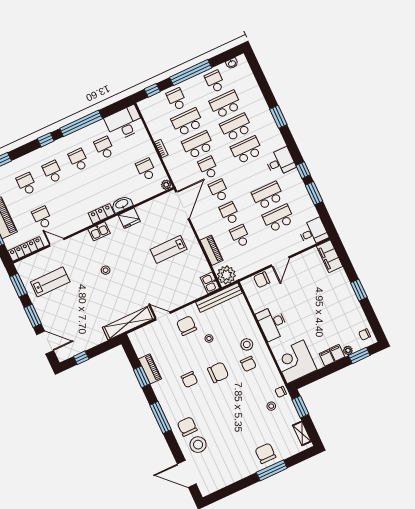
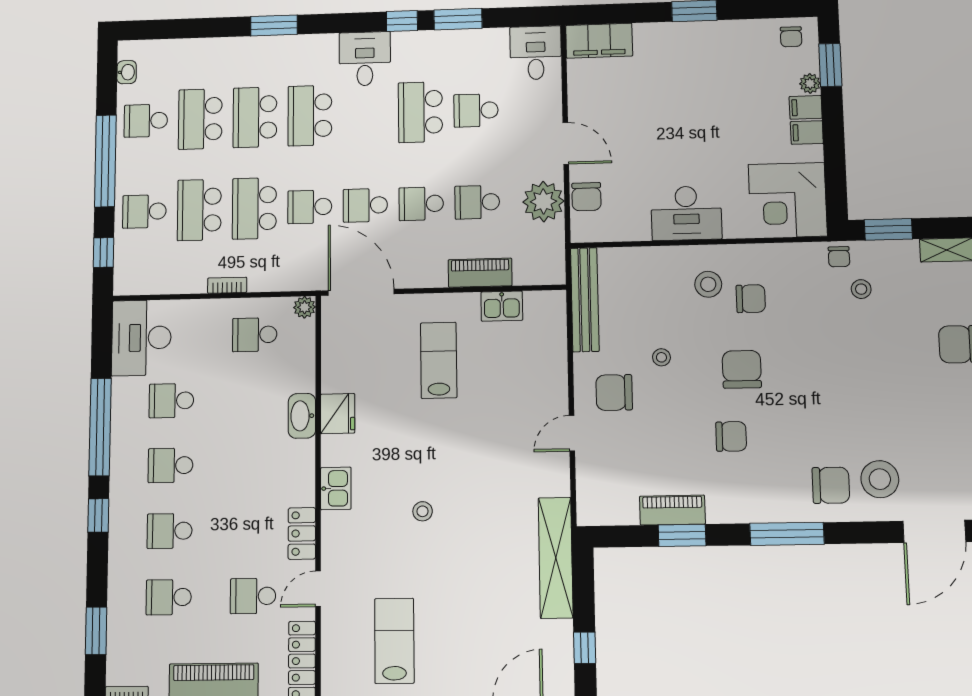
locker: (101, 214) -> (302, 533), moved
school desk: (278, 218) -> (476, 110), width x0.54
lab bench: (169, 249) -> (439, 360), turned 180
plant: (226, 275) -> (543, 202), moved
kitchen sink: (210, 283) -> (502, 306), moved
shelving: (129, 323) -> (556, 558), moved
chair: (187, 427) -> (831, 485), turned 180

